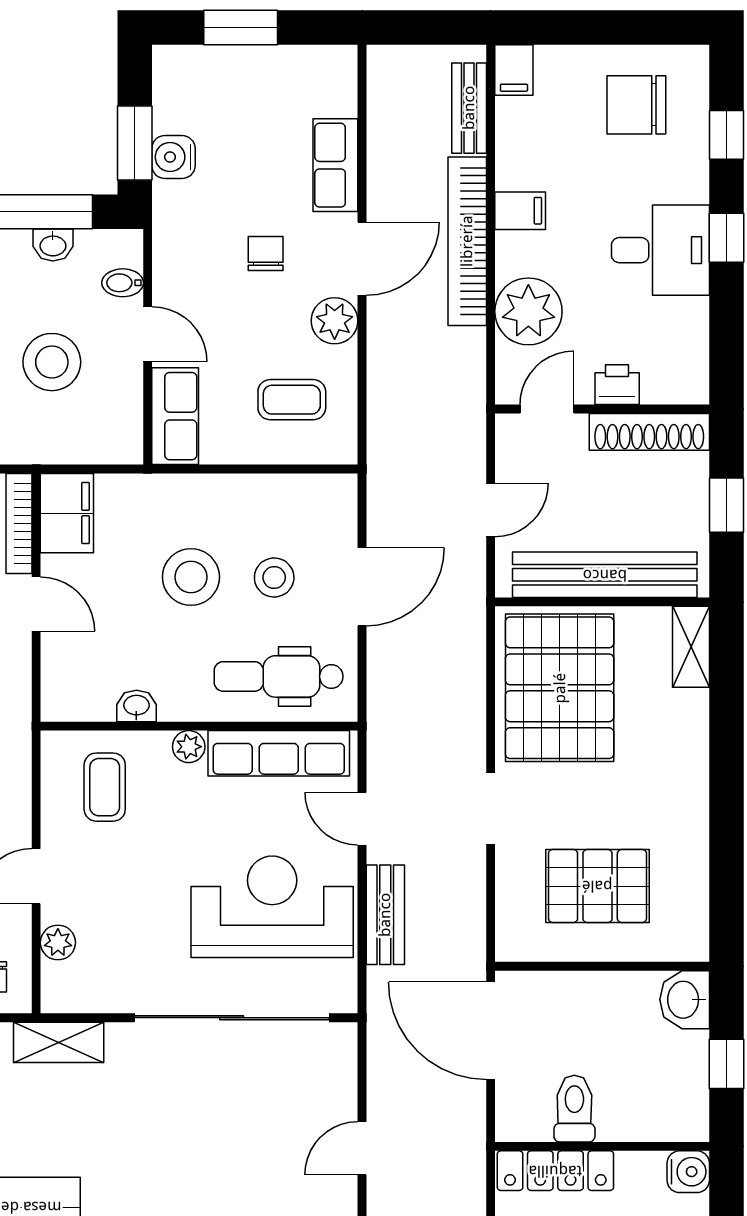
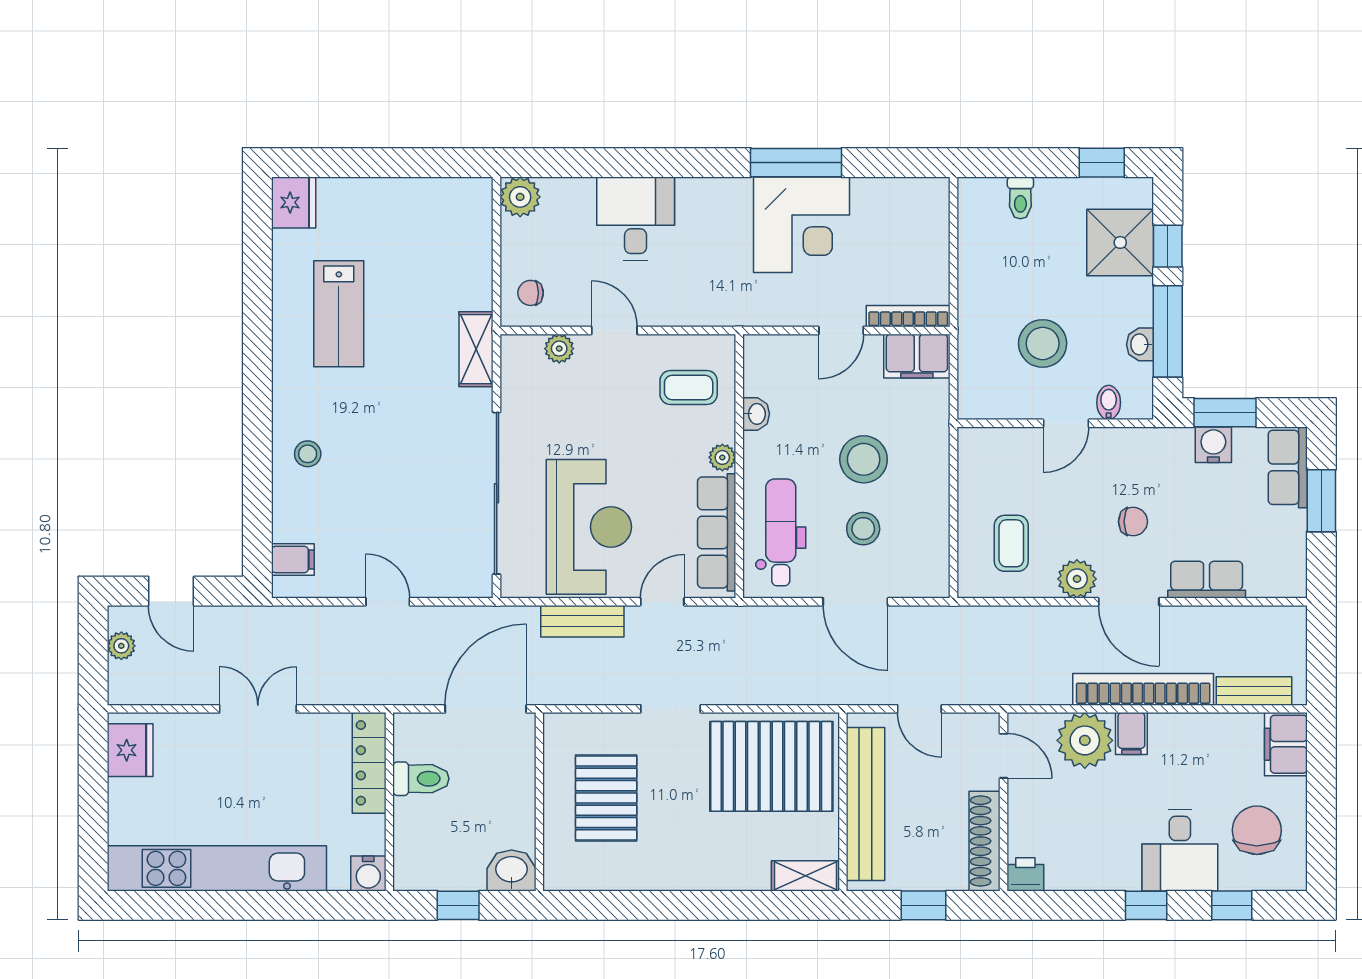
filing cabinet: (514, 70) -> (1286, 744), width x2.00
filing cabinet: (520, 211) -> (1131, 734), moved
desk: (660, 250) -> (1180, 850), moved
printer: (617, 385) -> (1025, 874), moved, turned -90
row of seats: (175, 416) -> (1288, 467), moved, turned 90

